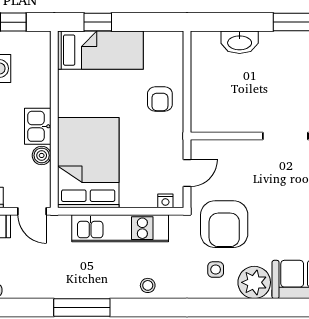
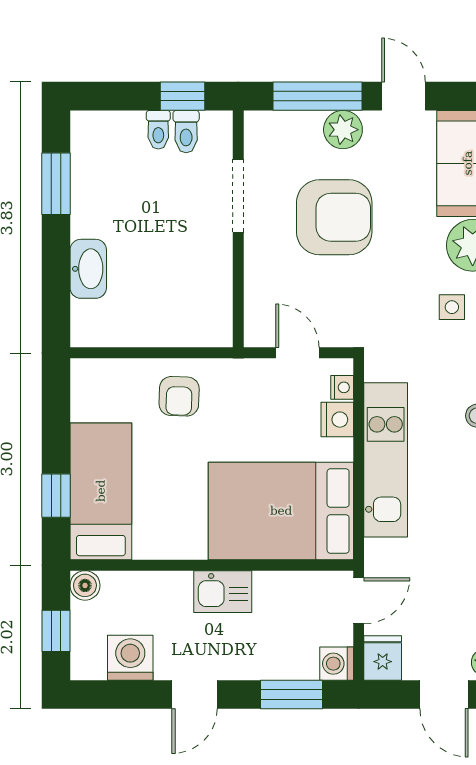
armchair: (160, 99) -> (179, 396), turned 92
boiler: (42, 155) -> (85, 585), moved
nightstand: (145, 198) -> (337, 420), added
armchair: (224, 224) -> (334, 217), moved

